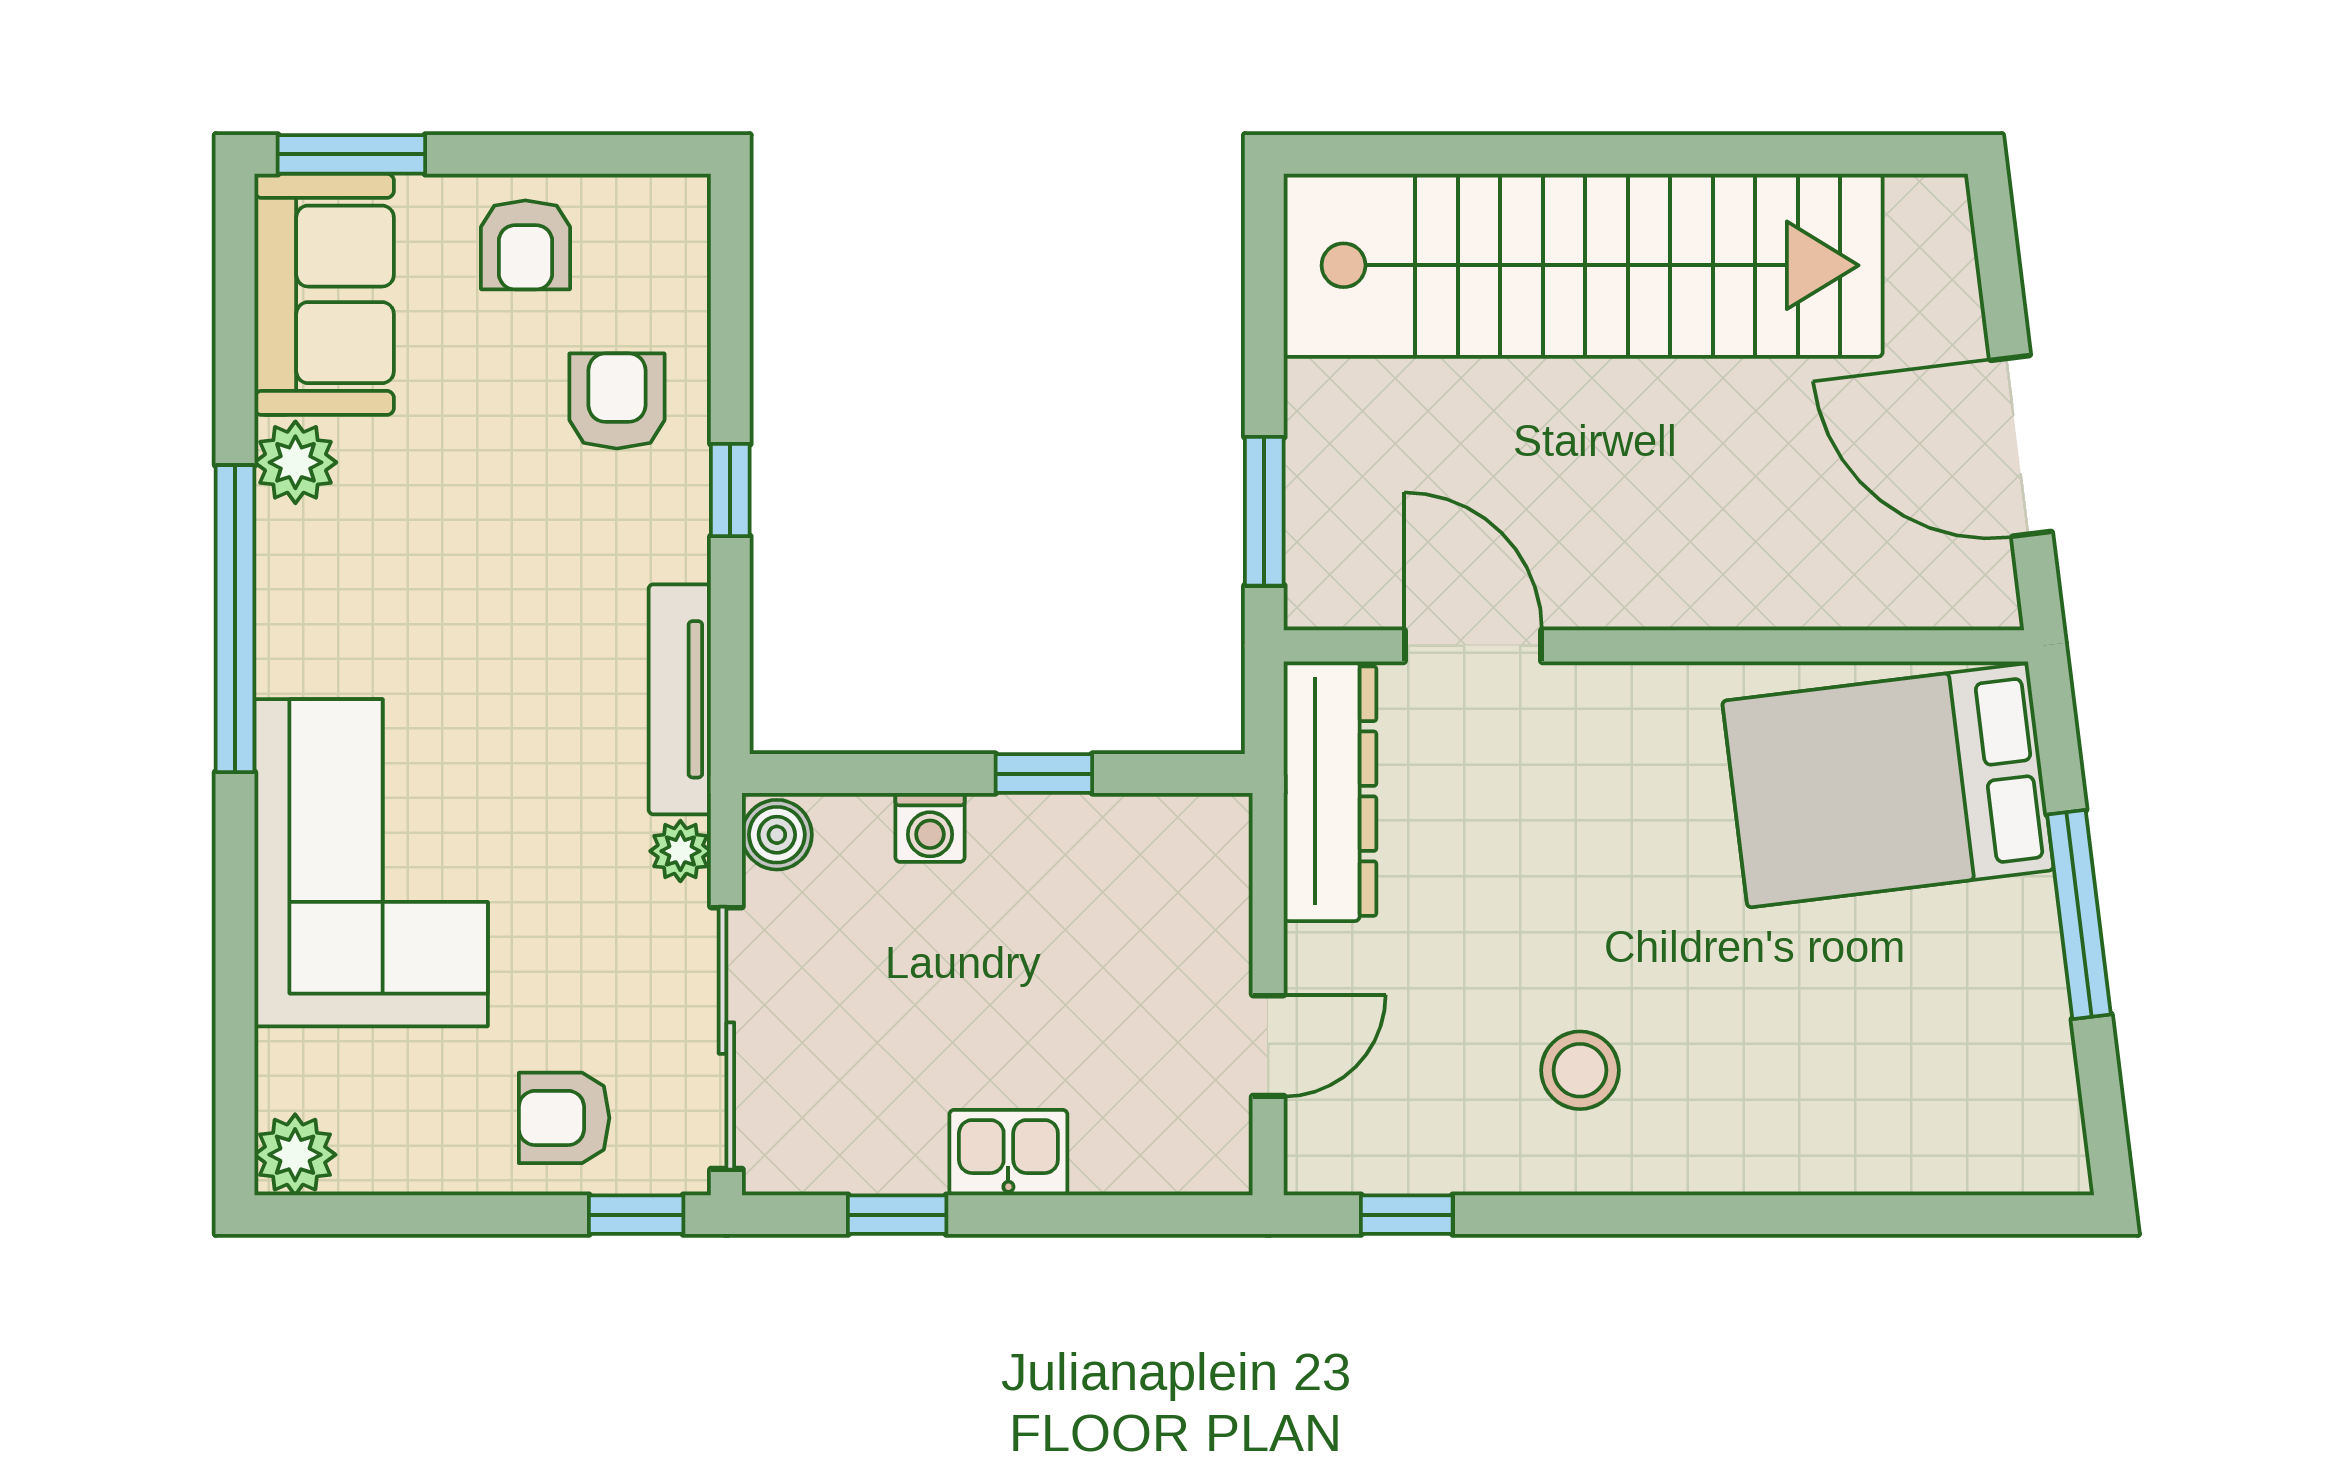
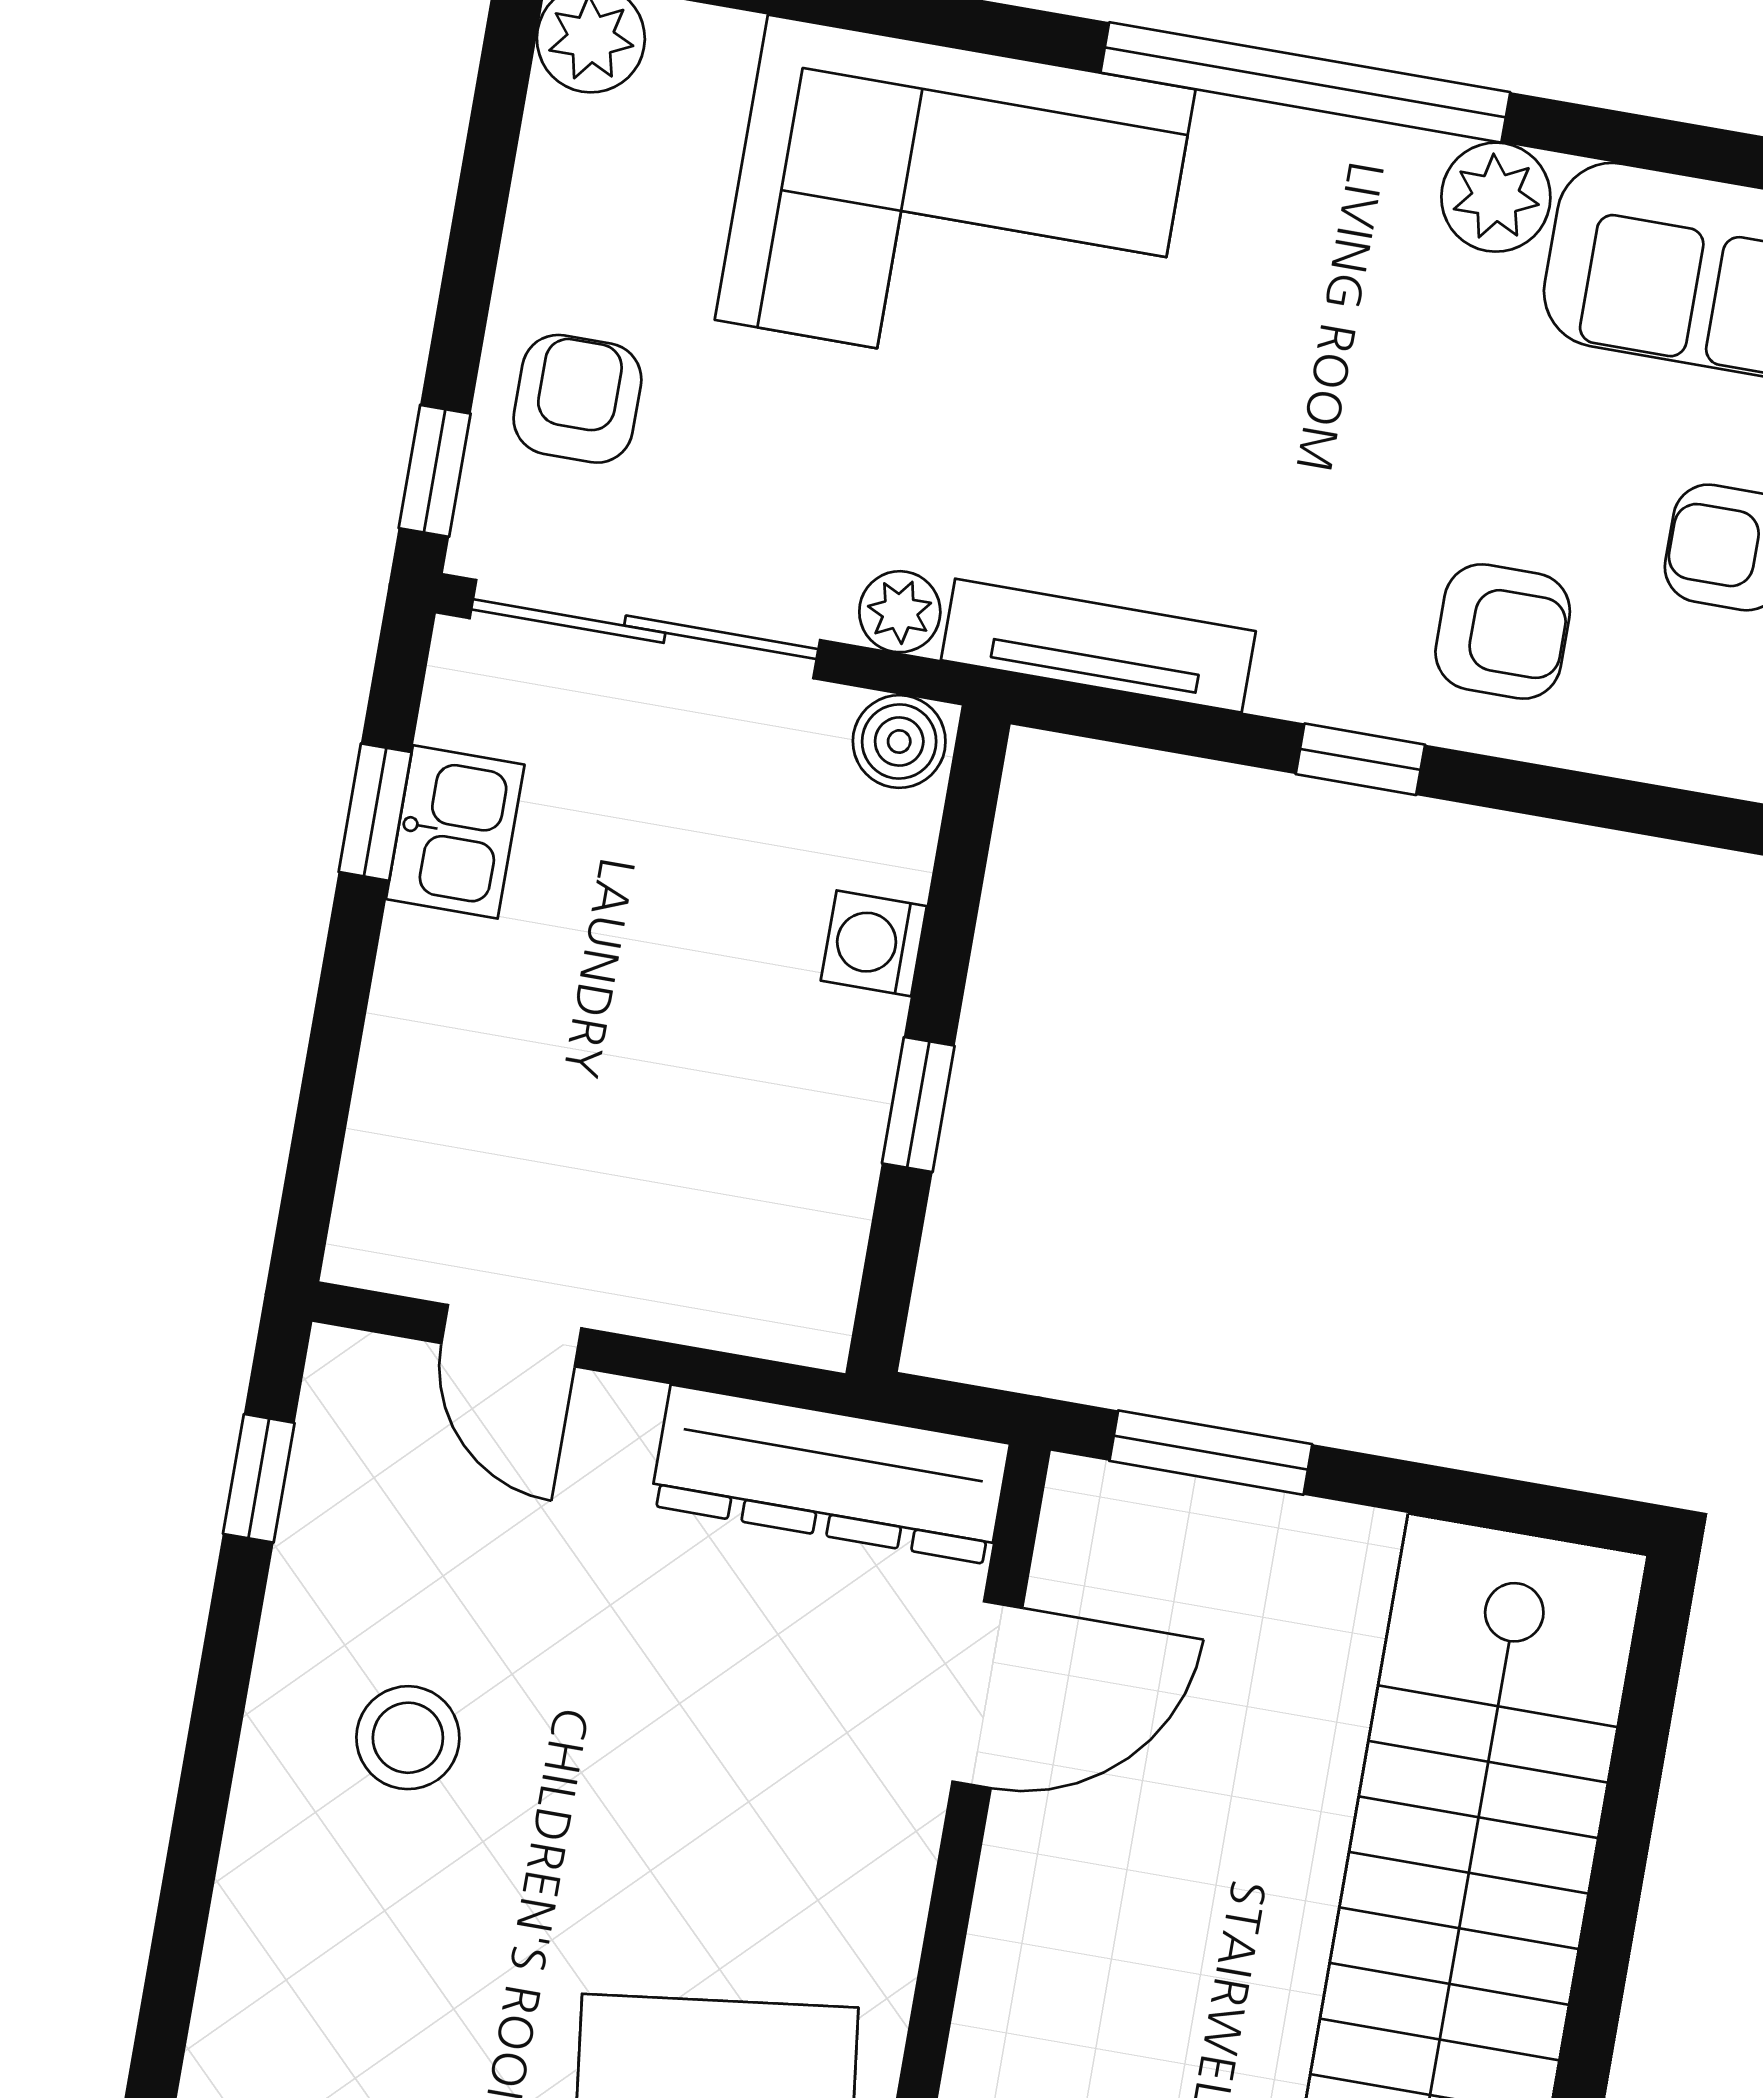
kitchen sink: (1008, 1153) -> (455, 832), moved

